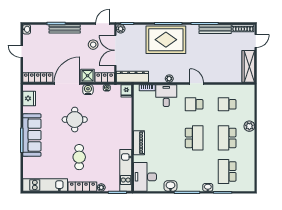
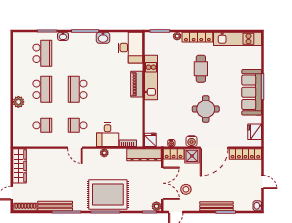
school desk: (194, 104) -> (78, 125), turned 180
kitchen unit: (126, 170) -> (151, 78), moved

